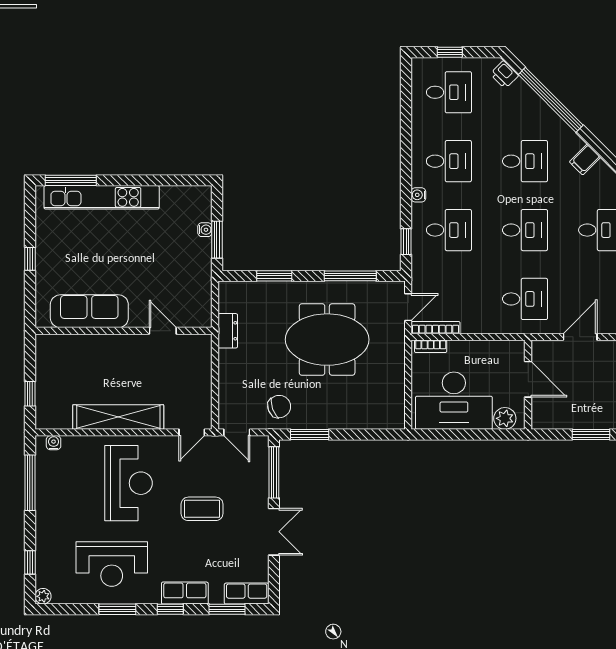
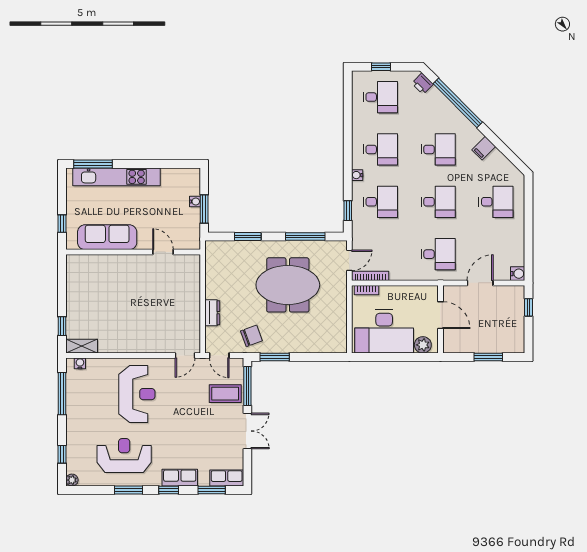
sofa: (89, 311) -> (107, 237), moved
wall: (123, 331) -> (133, 252), moved
door: (163, 331) -> (163, 252), moved
dresser: (228, 331) -> (212, 313), moved
shelving: (118, 417) -> (82, 346), moved, width x0.45, depth x0.75
coffee table: (202, 509) -> (225, 394), moved
reception desk: (112, 564) -> (124, 456), turned 180

